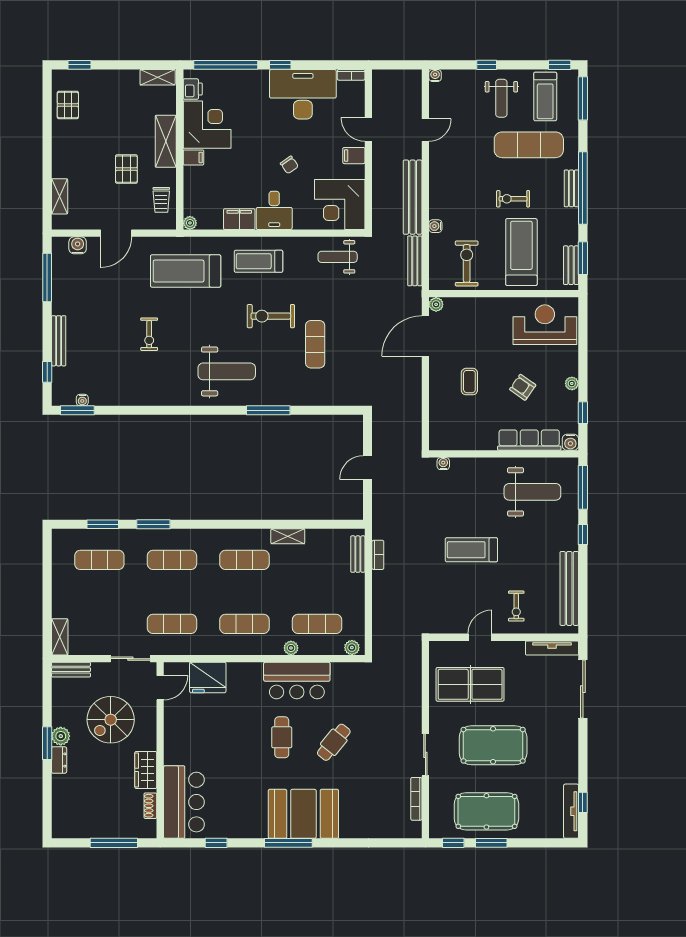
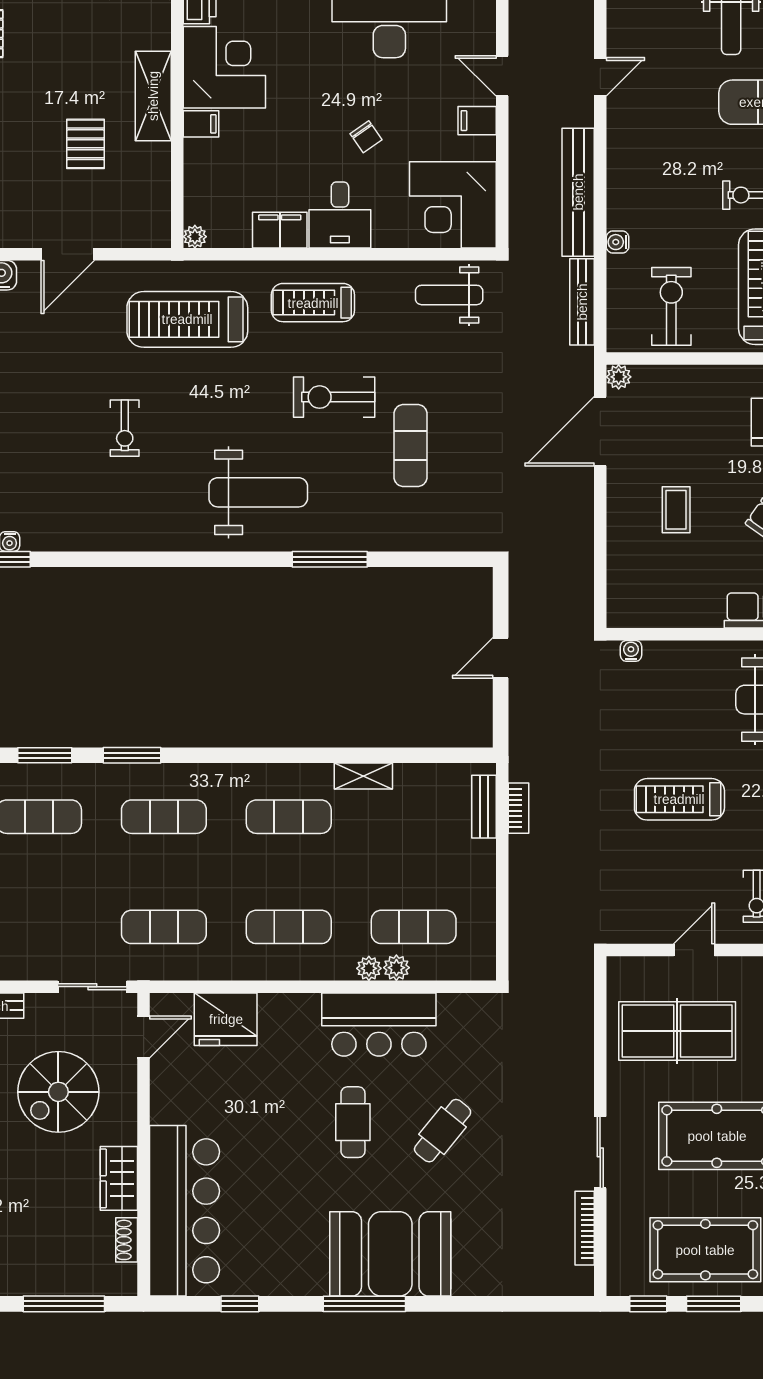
trolley: (161, 200) -> (146, 197), removed
plant: (352, 648) -> (396, 968), moved
bar counter: (184, 802) -> (185, 1211), width x1.36

